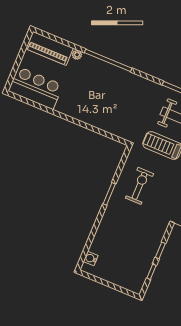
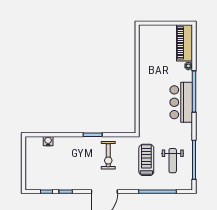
bar counter: (36, 88) -> (181, 102), moved, turned 180
exercise bike: (140, 186) -> (108, 155), turned 90
water cooler: (91, 258) -> (48, 141), moved

